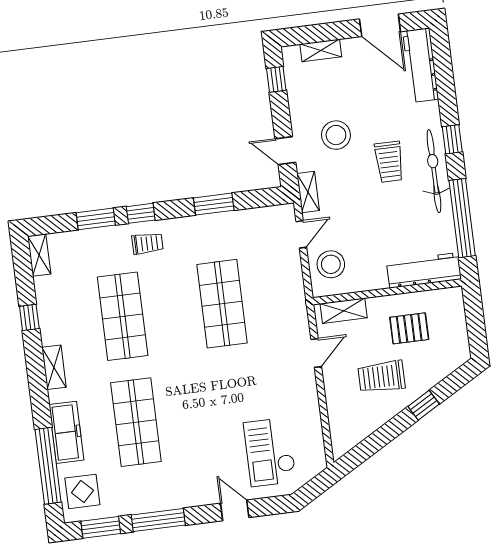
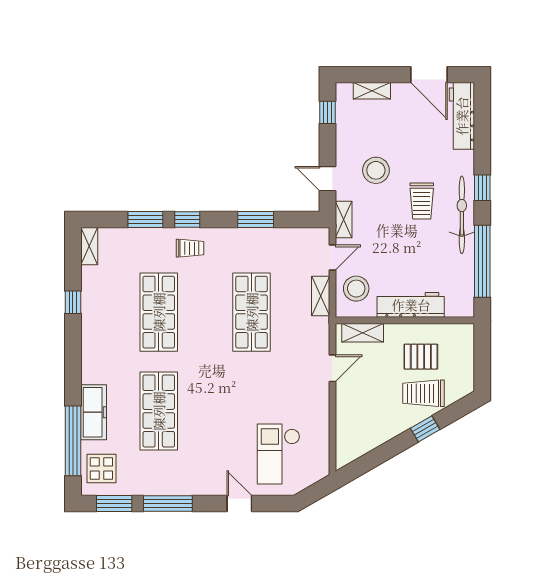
workbench: (424, 270) -> (411, 305), moved
shelving: (54, 367) -> (321, 296), moved
trolley: (381, 377) -> (423, 393), moved

